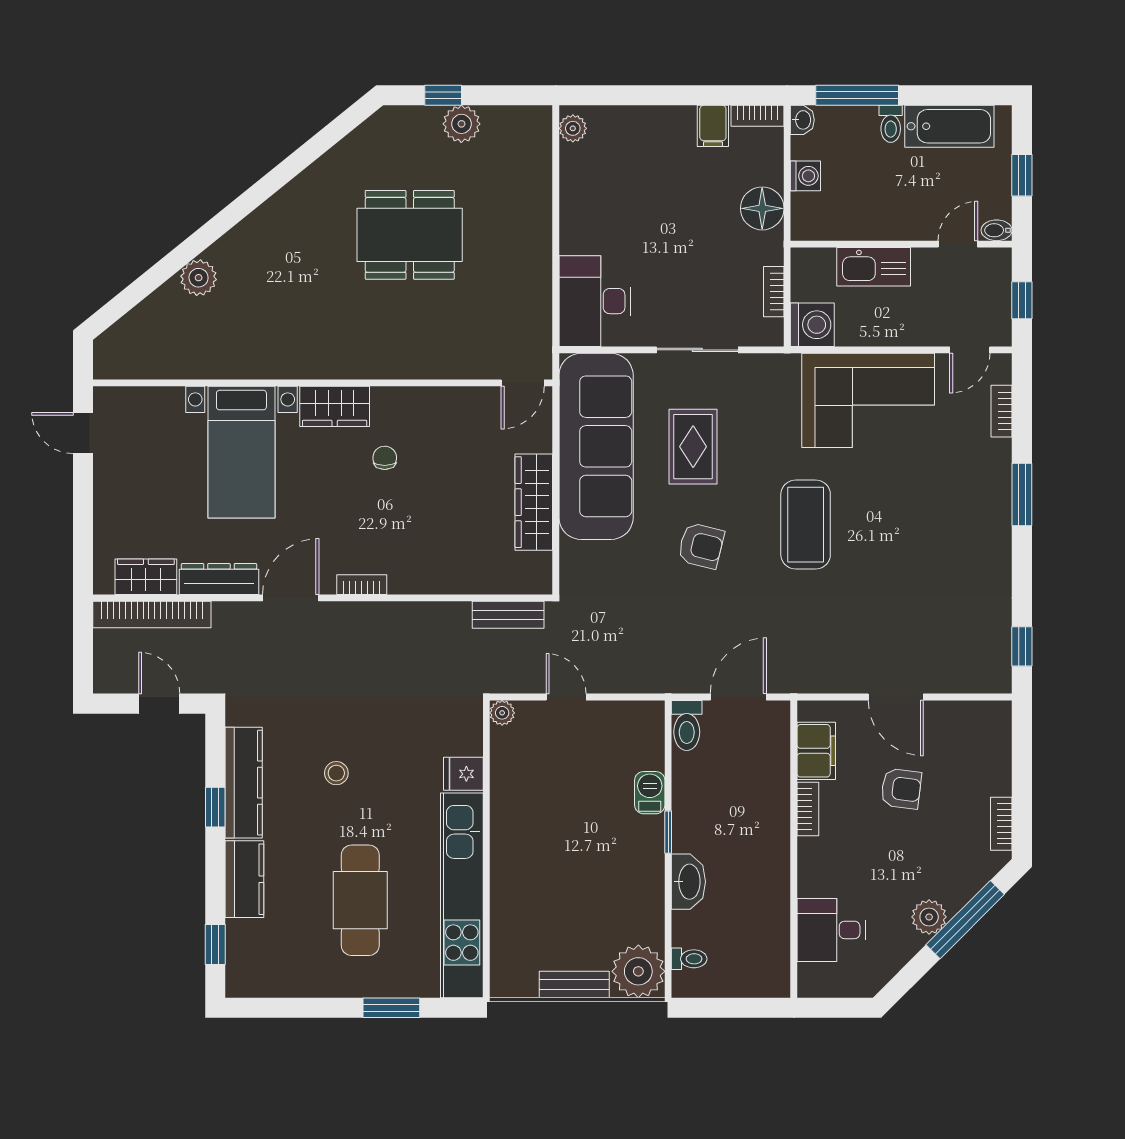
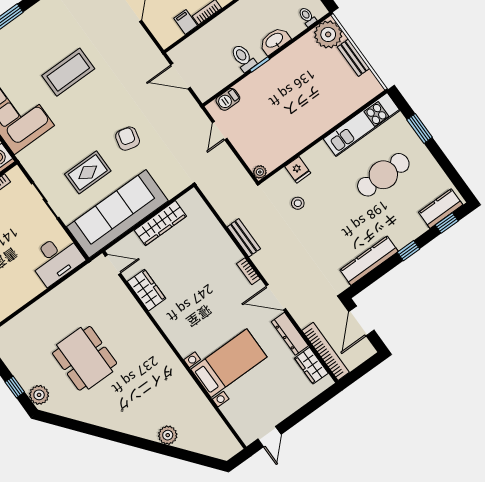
plant: (461, 124) -> (39, 395), moved
wardrobe: (335, 406) -> (147, 290), moved
chair: (385, 458) -> (187, 300), removed
coffee table: (806, 525) -> (68, 72), moved
bench: (508, 615) -> (244, 238), moved
door: (566, 697) -> (220, 131), moved
door: (159, 704) -> (361, 321), width x1.37
toilet: (687, 725) -> (243, 58), moved, turned -90
filing cabinet: (816, 751) -> (186, 22), width x0.50
stool: (336, 773) -> (298, 203), moved
barbecue: (650, 793) -> (228, 99), moved
window: (215, 807) -> (409, 251), moved
kitchen counter: (244, 879) -> (441, 209), moved
kitchen unit: (462, 895) -> (362, 125), width x0.73

